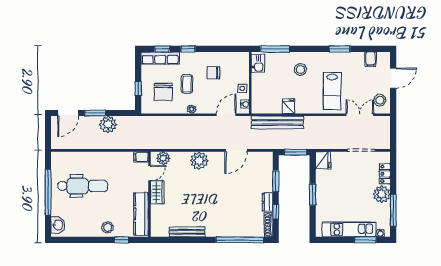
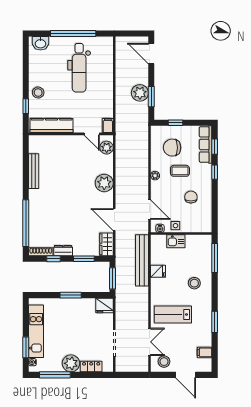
kitchen sink: (258, 63) -> (176, 241), moved
window: (95, 113) -> (151, 97), moved
wardrobe: (157, 192) -> (106, 244), moved, turned 90

